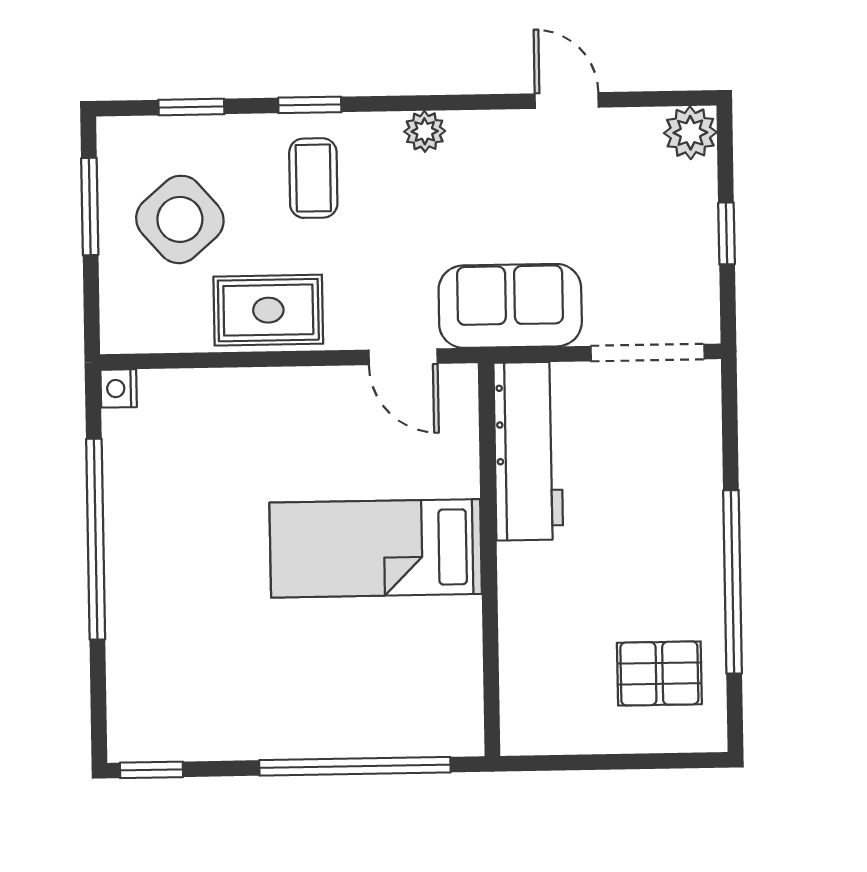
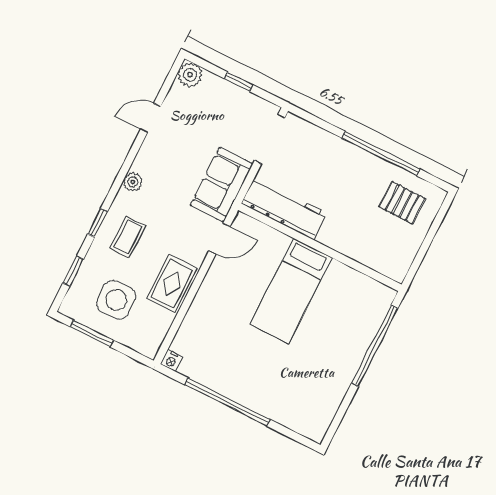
coffee table: (313, 178) -> (128, 237), turned 90
side table: (180, 219) -> (116, 300), turned 38
pallet: (659, 673) -> (402, 203), turned 90
window: (151, 770) -> (333, 429), removed

